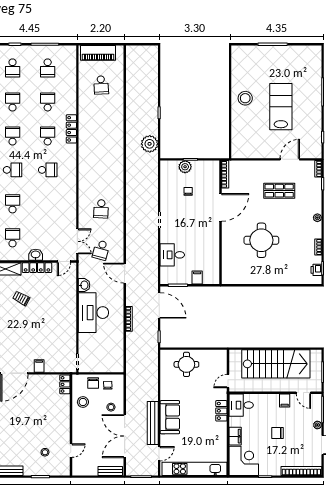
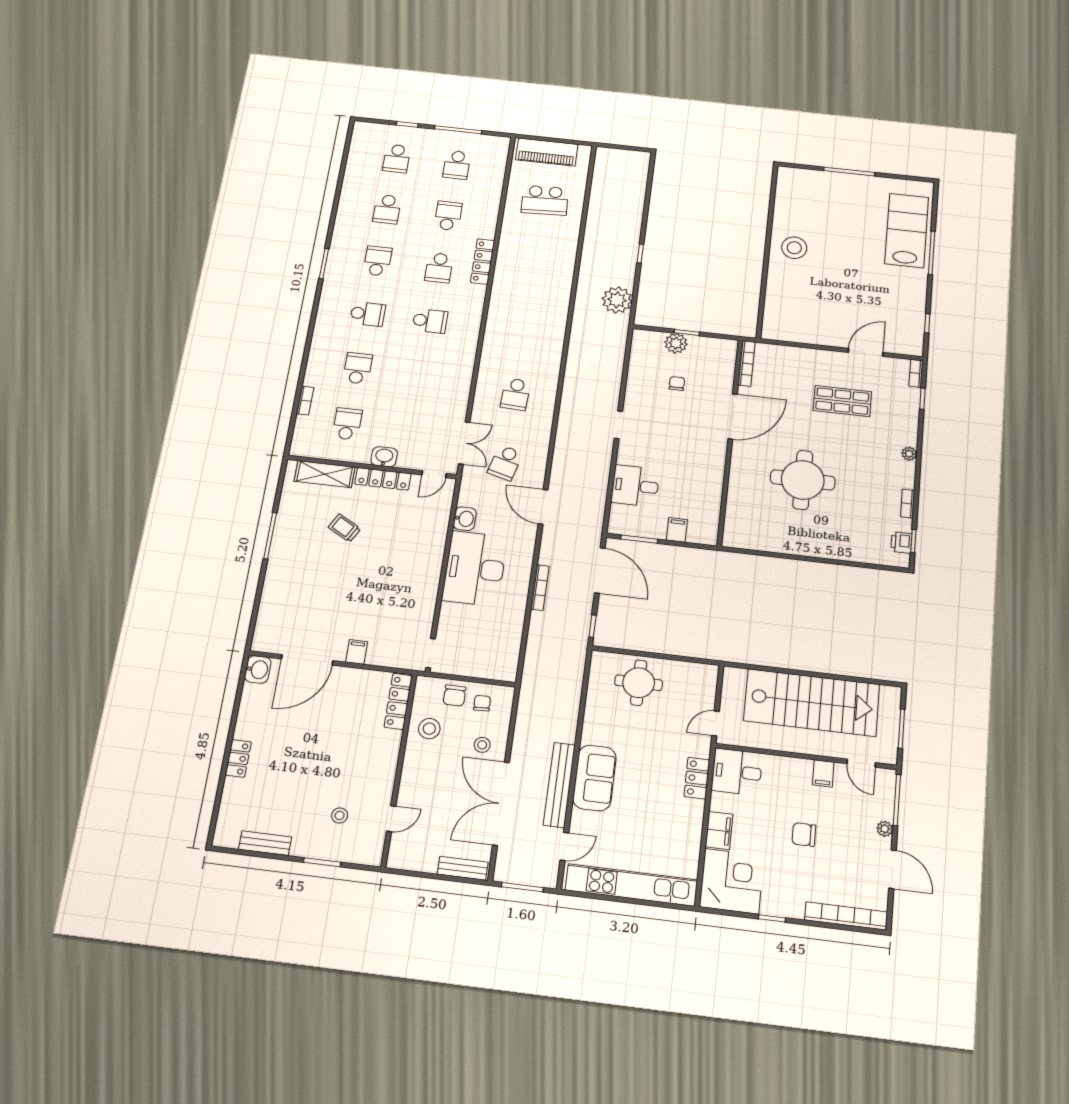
school desk: (101, 85) -> (545, 200), width x1.85
school desk: (13, 102) -> (387, 209), turned 180
lab bench: (281, 107) -> (907, 230), moved
school desk: (48, 136) -> (439, 268), turned 180
locker: (65, 384) -> (398, 701), width x1.53

